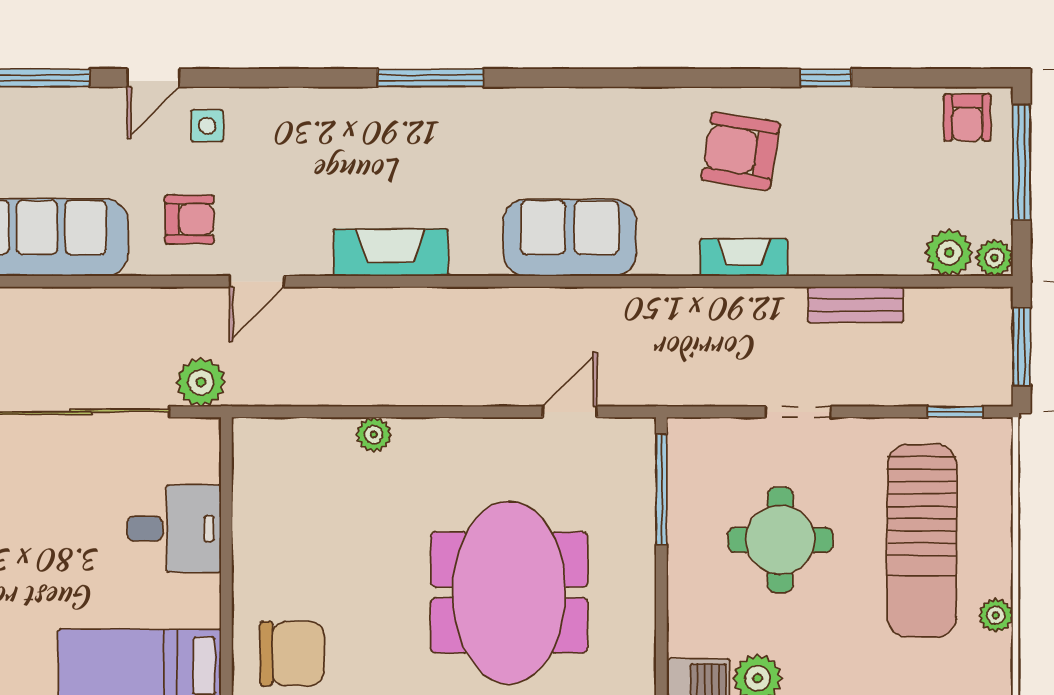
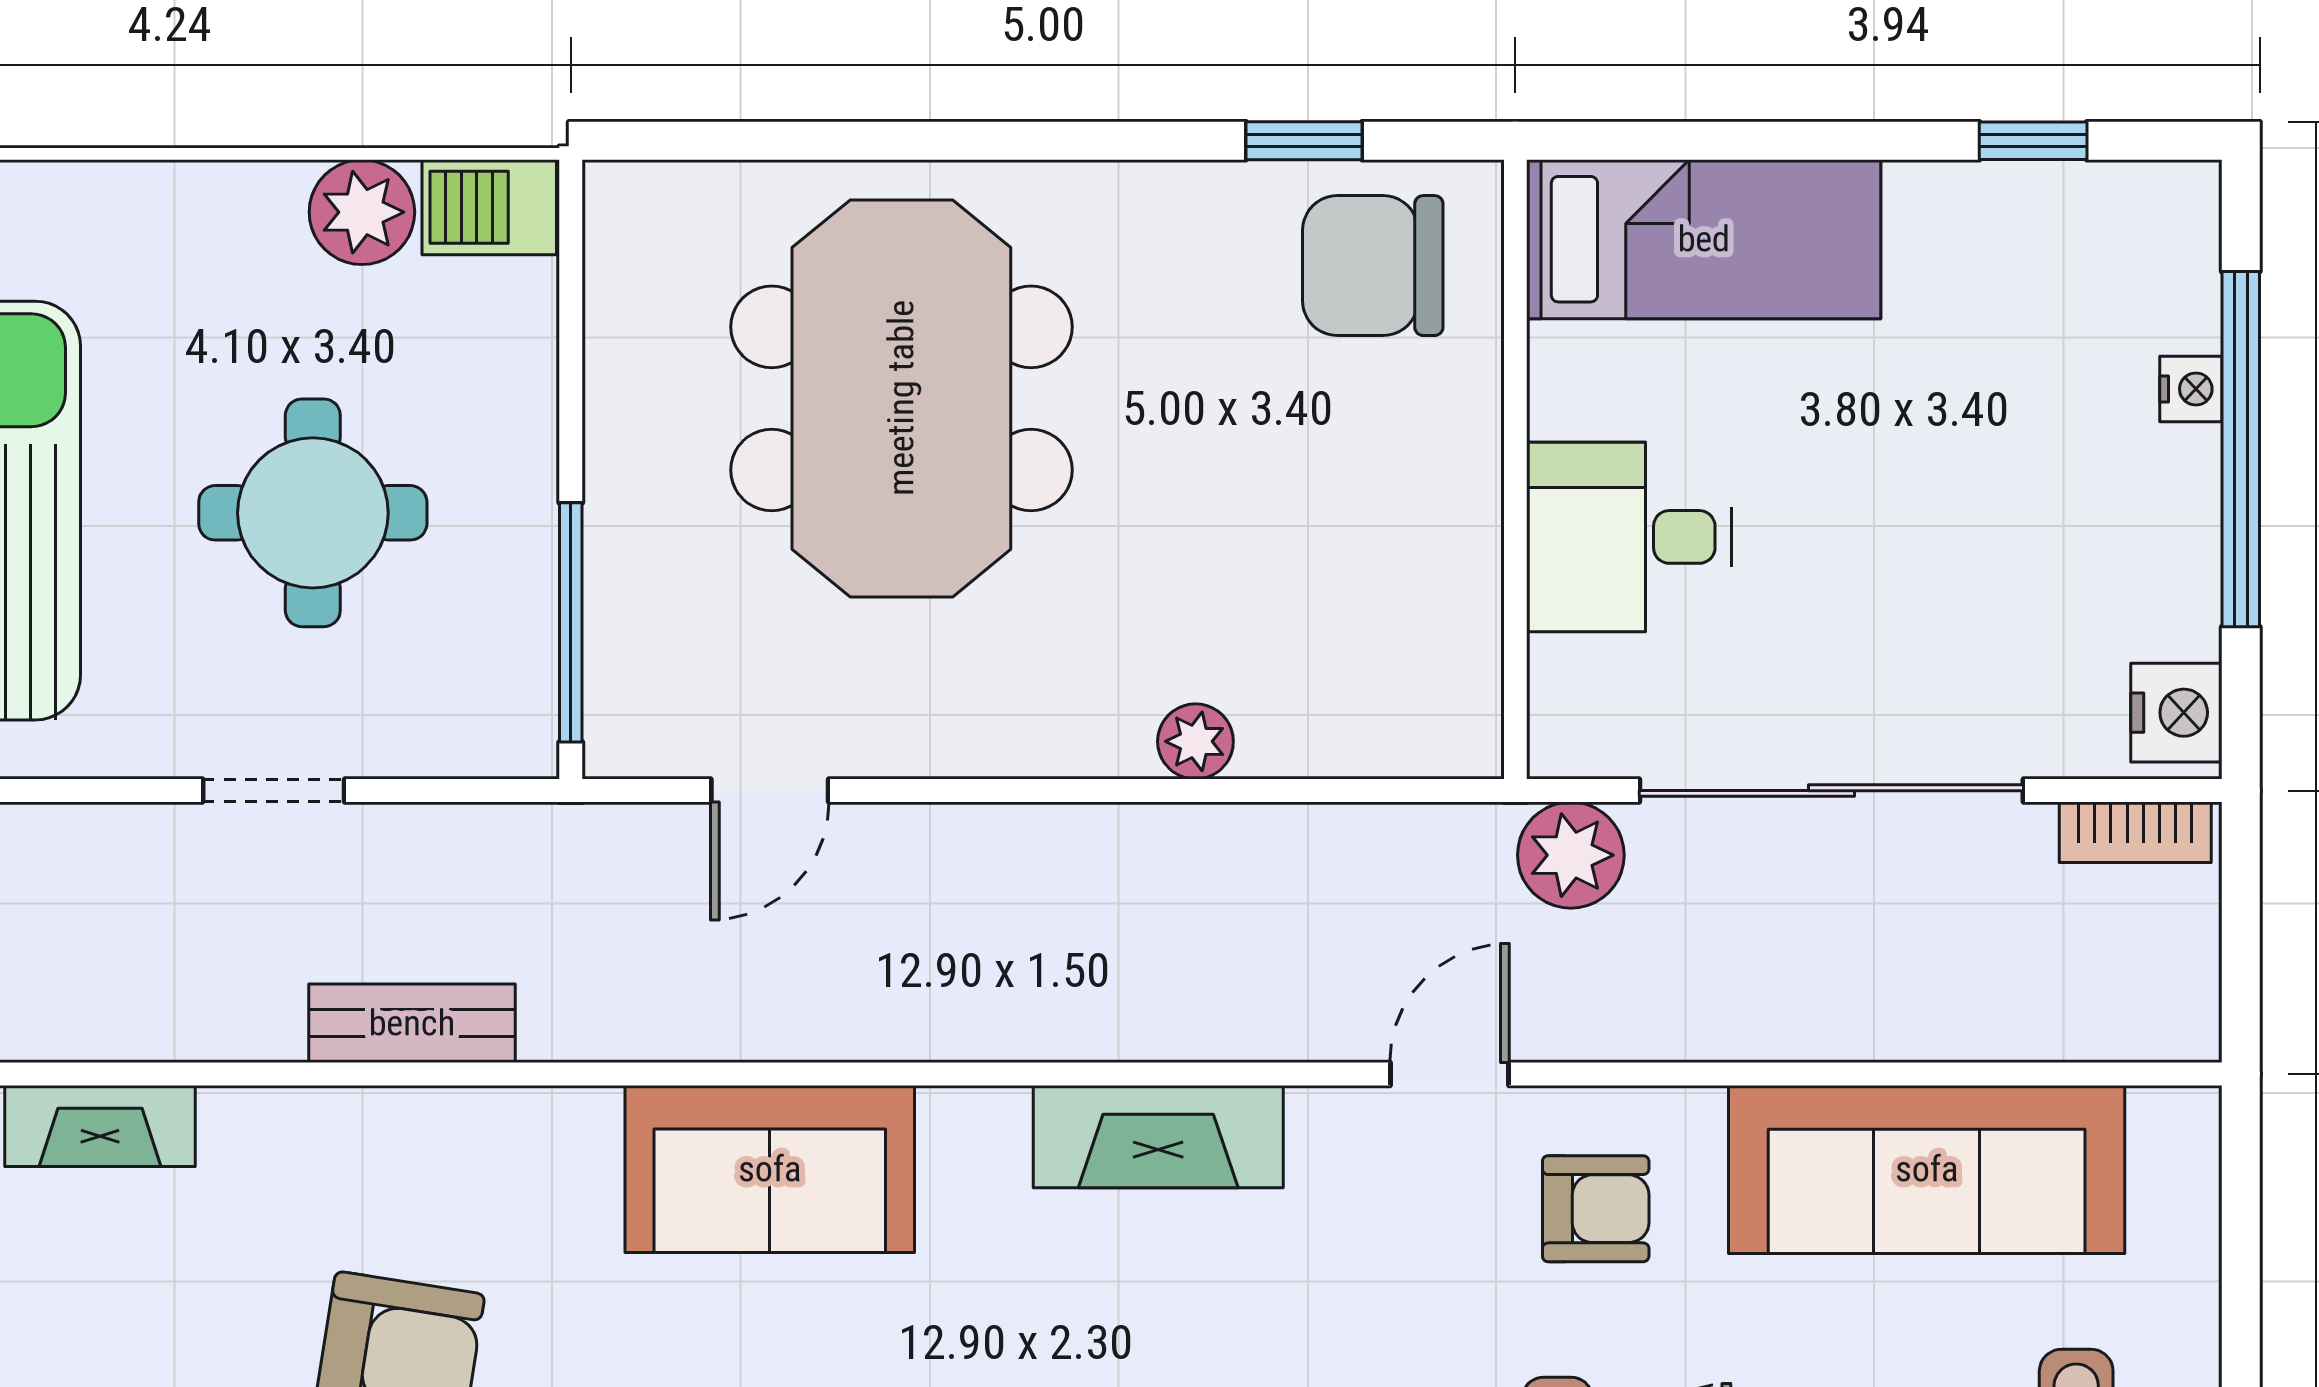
armchair: (189, 219) -> (1596, 1209), turned 180
fireplace: (744, 257) -> (100, 1126), moved
bench: (855, 305) -> (412, 1023), moved

